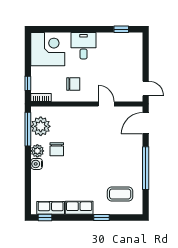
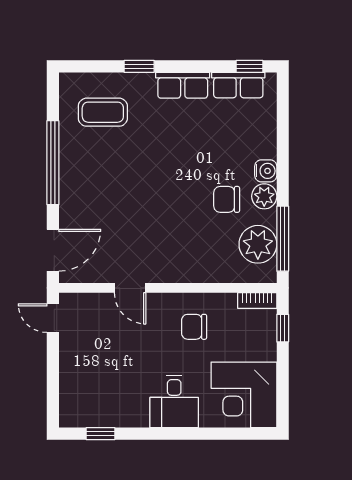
chair: (57, 149) -> (227, 199), turned -90

